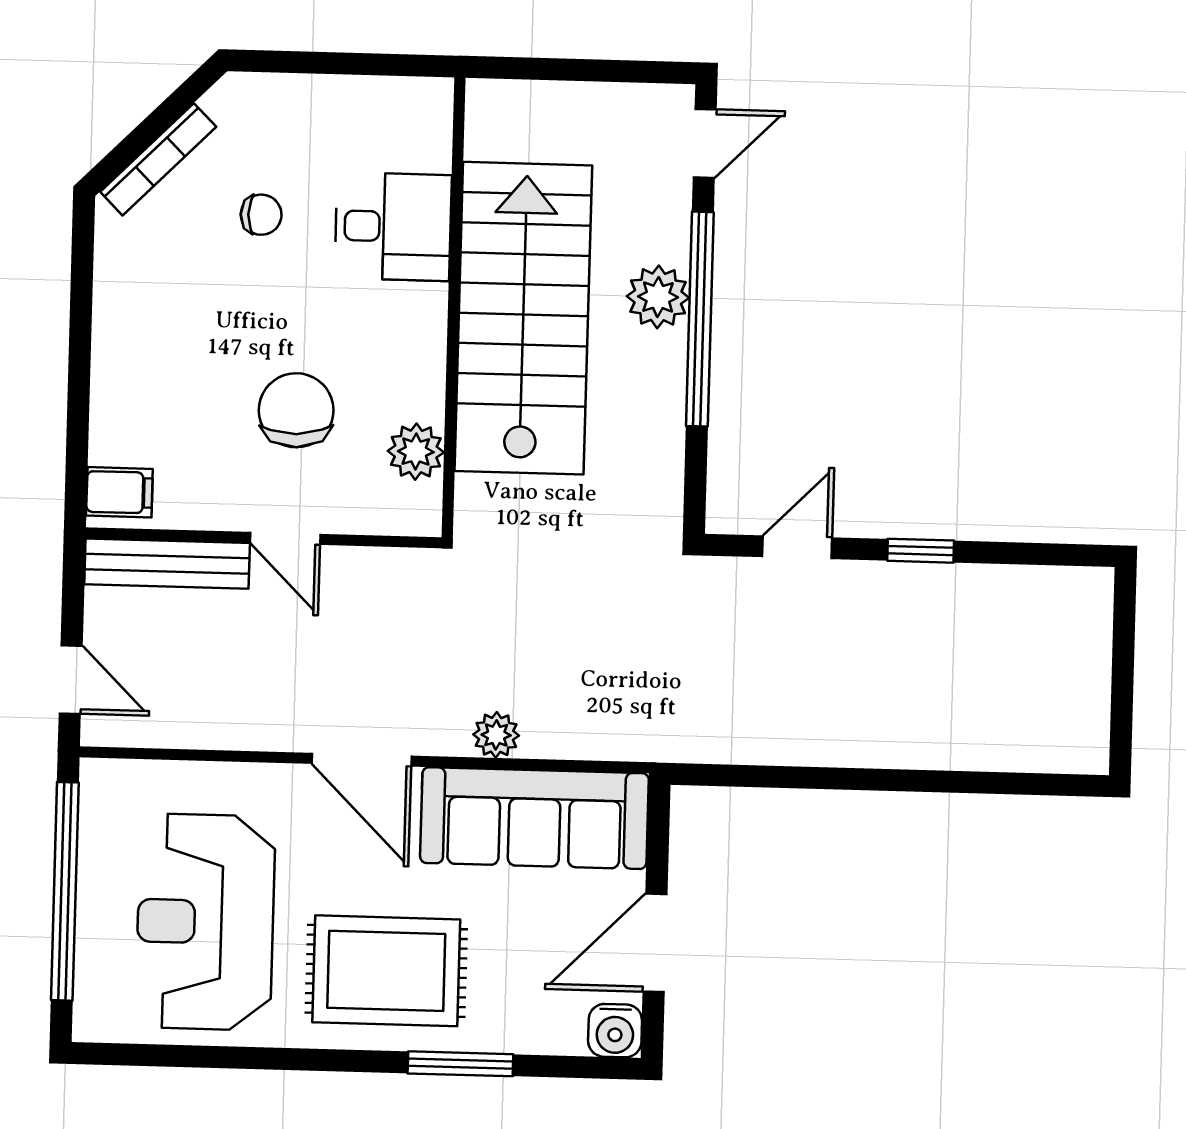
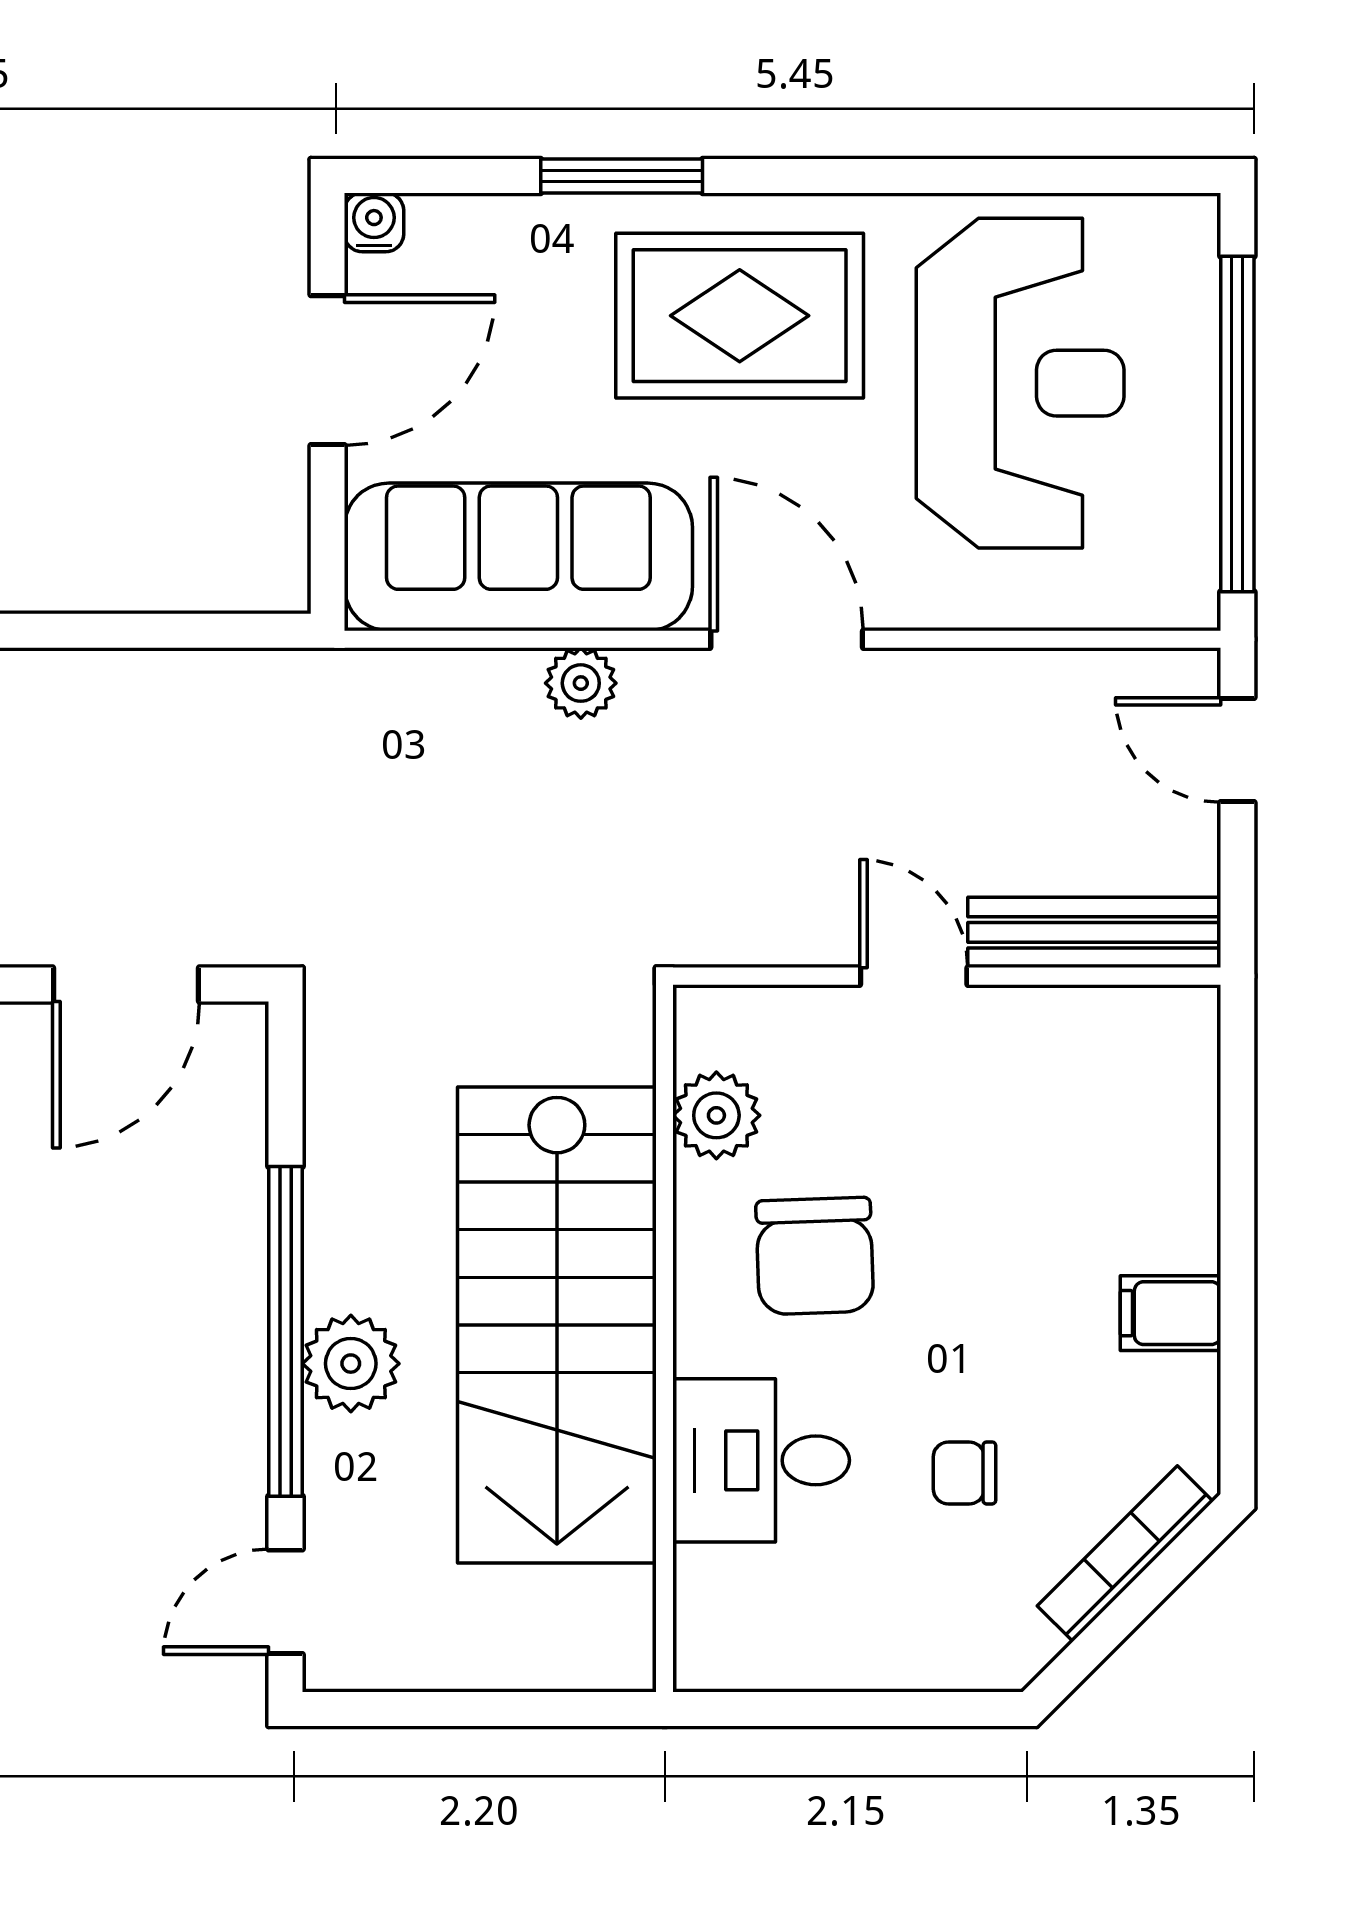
chair: (296, 410) -> (815, 1256), moved
filing cabinet: (119, 492) -> (1170, 1313), moved
door: (797, 547) -> (126, 985), width x1.37
water cooler: (615, 1031) -> (374, 222), width x0.72, depth x0.72

